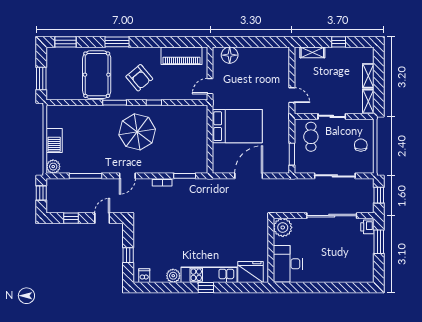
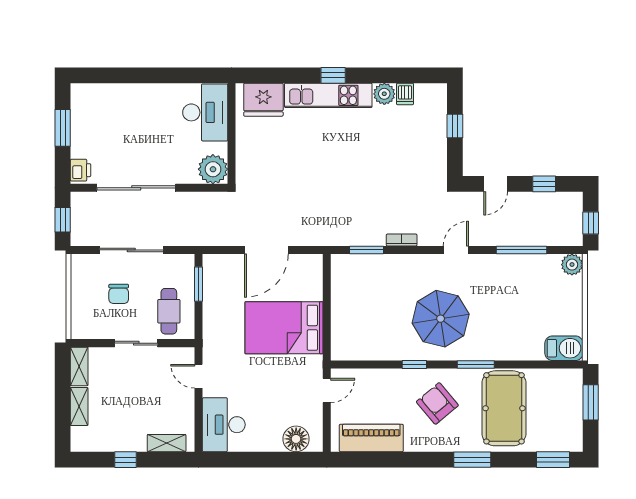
desk: (276, 64) -> (224, 425), added
barbecue: (54, 141) -> (564, 348), moved, turned 90
chair: (361, 145) -> (119, 294), moved
window: (379, 242) -> (63, 128), moved
dishwasher: (144, 276) -> (405, 94), moved

